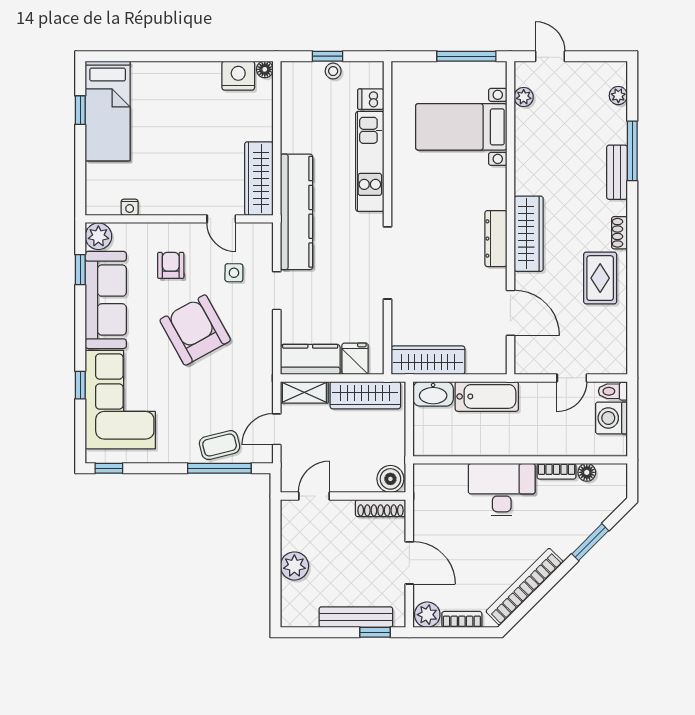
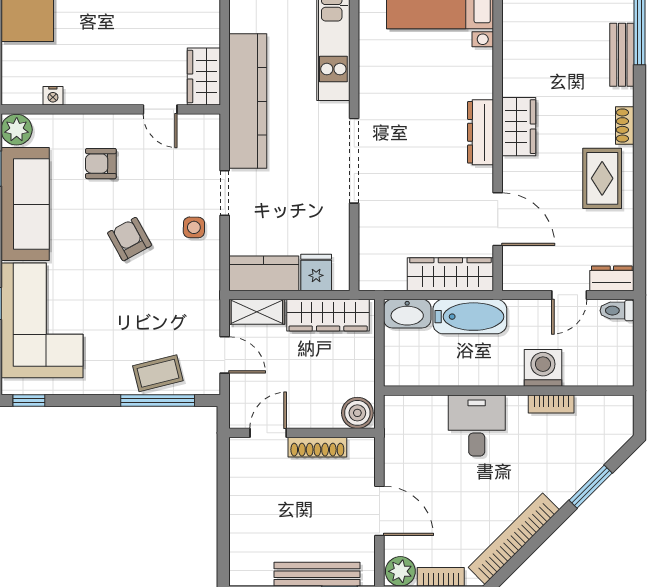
wardrobe: (259, 179) -> (204, 77), width x0.67
wardrobe: (529, 234) -> (519, 127), width x0.67
armchair: (171, 265) -> (101, 164), turned -90
side table: (234, 273) -> (194, 227), moved
armchair: (195, 330) -> (129, 239), width x0.53, depth x0.53
wardrobe: (428, 360) -> (450, 274), moved
dresser: (608, 364) -> (612, 278), added
washing machine: (611, 418) -> (543, 368), moved, turned 90
door: (277, 429) -> (225, 355), swing flipped
floor lamp: (587, 472) -> (587, 405), removed
desk: (502, 490) -> (477, 425), width x0.73
shoe rack: (381, 508) -> (317, 447), moved
plant: (294, 566) -> (245, 514), removed

